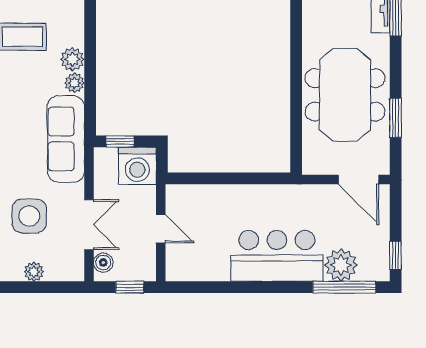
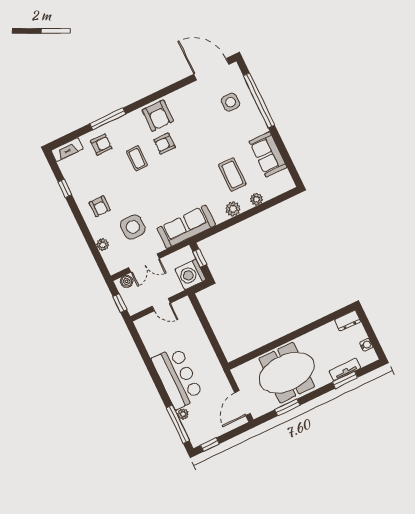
plant: (74, 83) -> (256, 199), moved
door: (161, 229) -> (161, 305), hinge flipped
plant: (341, 265) -> (183, 414), width x0.53, depth x0.53

